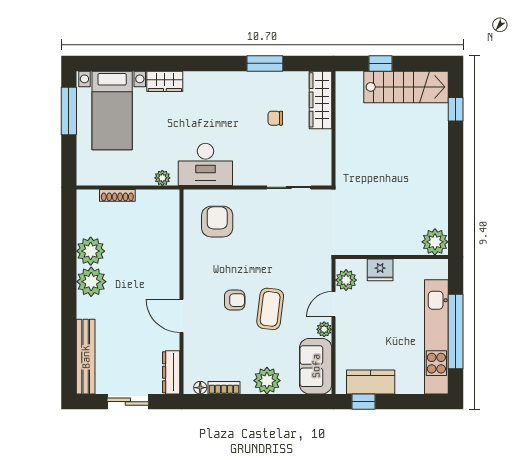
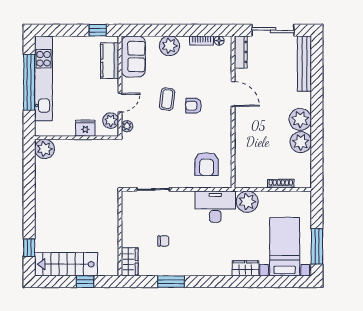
wardrobe: (321, 100) -> (130, 262), width x0.67
plant: (162, 178) -> (247, 202), width x1.88, depth x1.88
coffee table: (270, 309) -> (167, 99), width x0.73, depth x0.77
plant: (324, 329) -> (127, 126), moved
kitchen counter: (371, 382) -> (110, 61), moved, turned 90
sliding door: (128, 402) -> (273, 30), width x1.37

